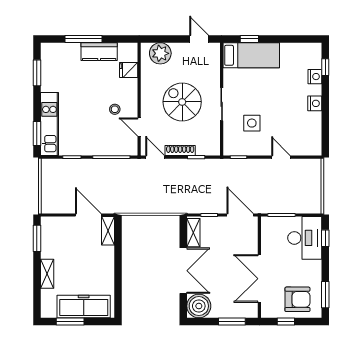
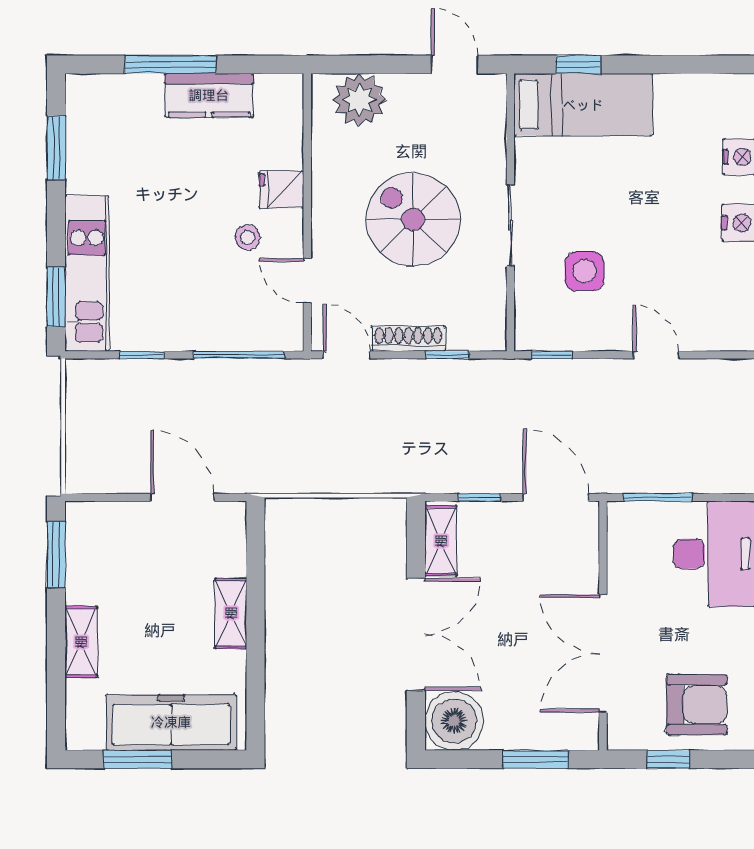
fridge: (129, 70) -> (281, 190), moved
shelving: (108, 231) -> (231, 613), moved

